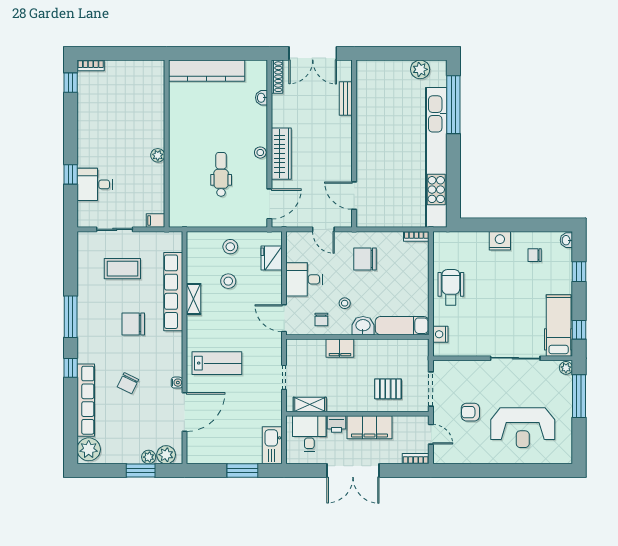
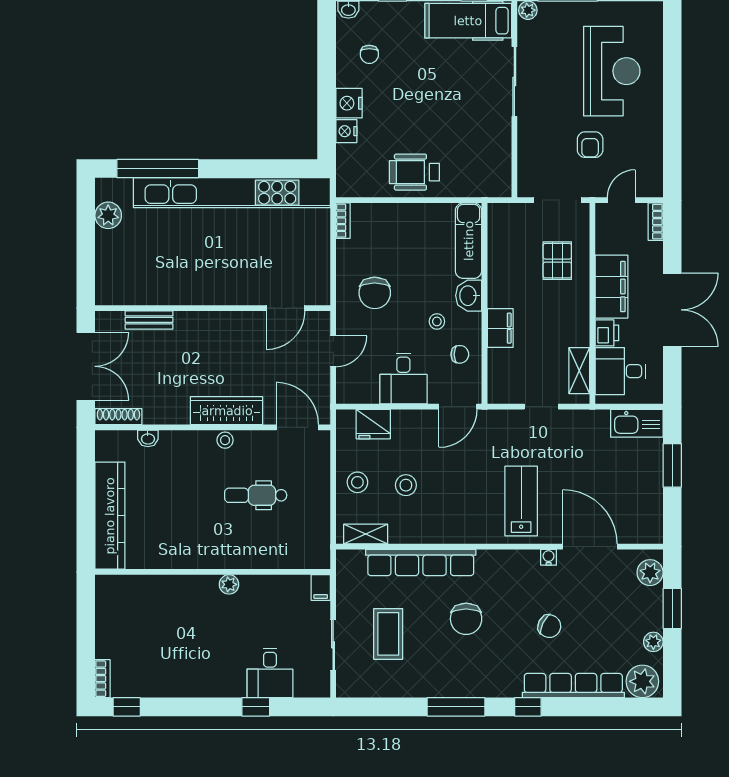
shelving: (193, 299) -> (366, 534), moved
nightstand: (440, 334) -> (346, 131), moved, turned 90
plant: (149, 457) -> (653, 642), moved

